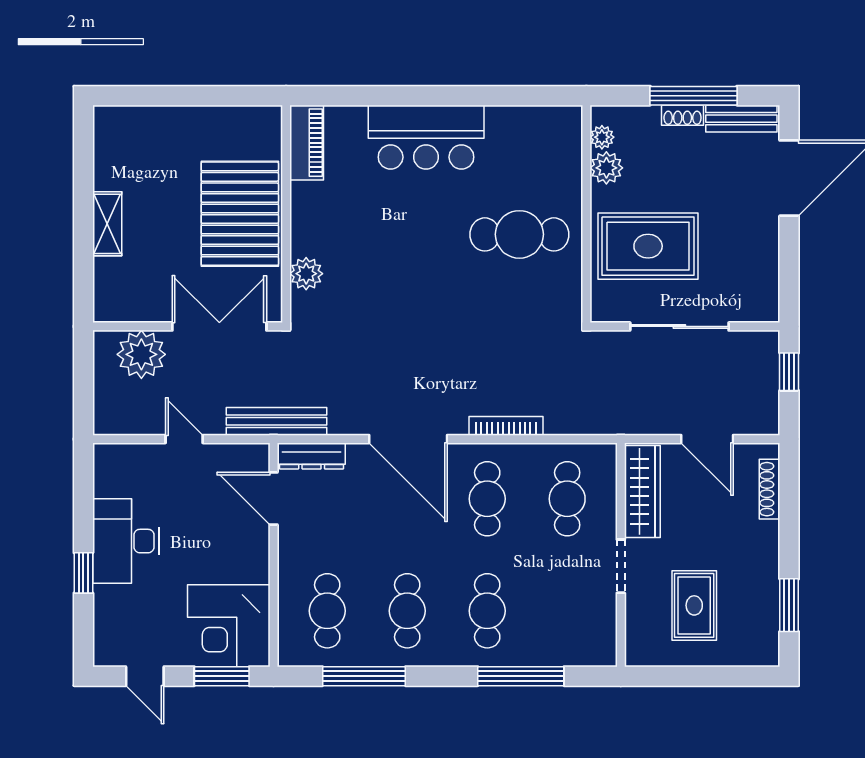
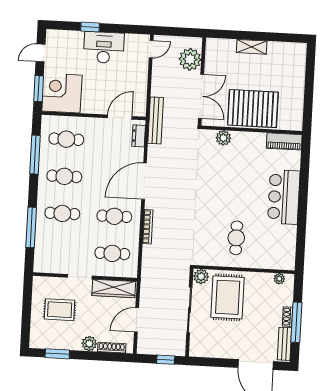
plant: (606, 168) -> (201, 276), moved
cafe table: (519, 234) -> (236, 238), width x0.73, depth x0.74
door: (184, 439) -> (151, 49), moved
dresser: (312, 456) -> (139, 136), width x0.70
plant: (763, 538) -> (89, 344), added

